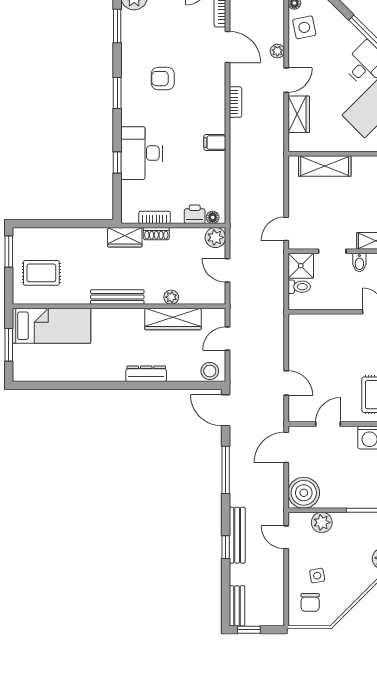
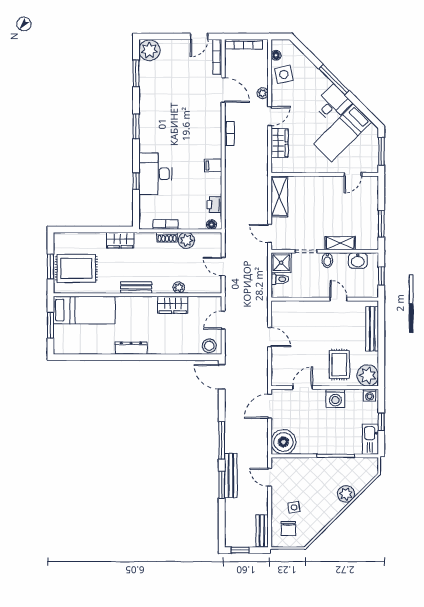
armchair: (163, 79) -> (172, 115), removed
shelving: (325, 166) -> (279, 196), moved, turned 90
printer: (195, 214) -> (214, 205), moved, turned -90
door: (286, 229) -> (270, 234), hinge flipped
wardrobe: (125, 237) -> (120, 240), moved
plant: (215, 237) -> (186, 240), moved
window: (9, 252) -> (50, 267), moved
rug: (41, 273) -> (76, 268), width x1.36, depth x1.43
bench: (117, 297) -> (136, 287), width x0.73
wardrobe: (173, 319) -> (173, 305), width x0.67
dresser: (146, 374) -> (131, 348), moved
door: (286, 383) -> (270, 337), moved
window: (226, 470) -> (222, 440), moved
plant: (322, 522) -> (298, 465), removed
window: (226, 547) -> (222, 485), width x1.50
bench: (237, 606) -> (262, 531), moved

